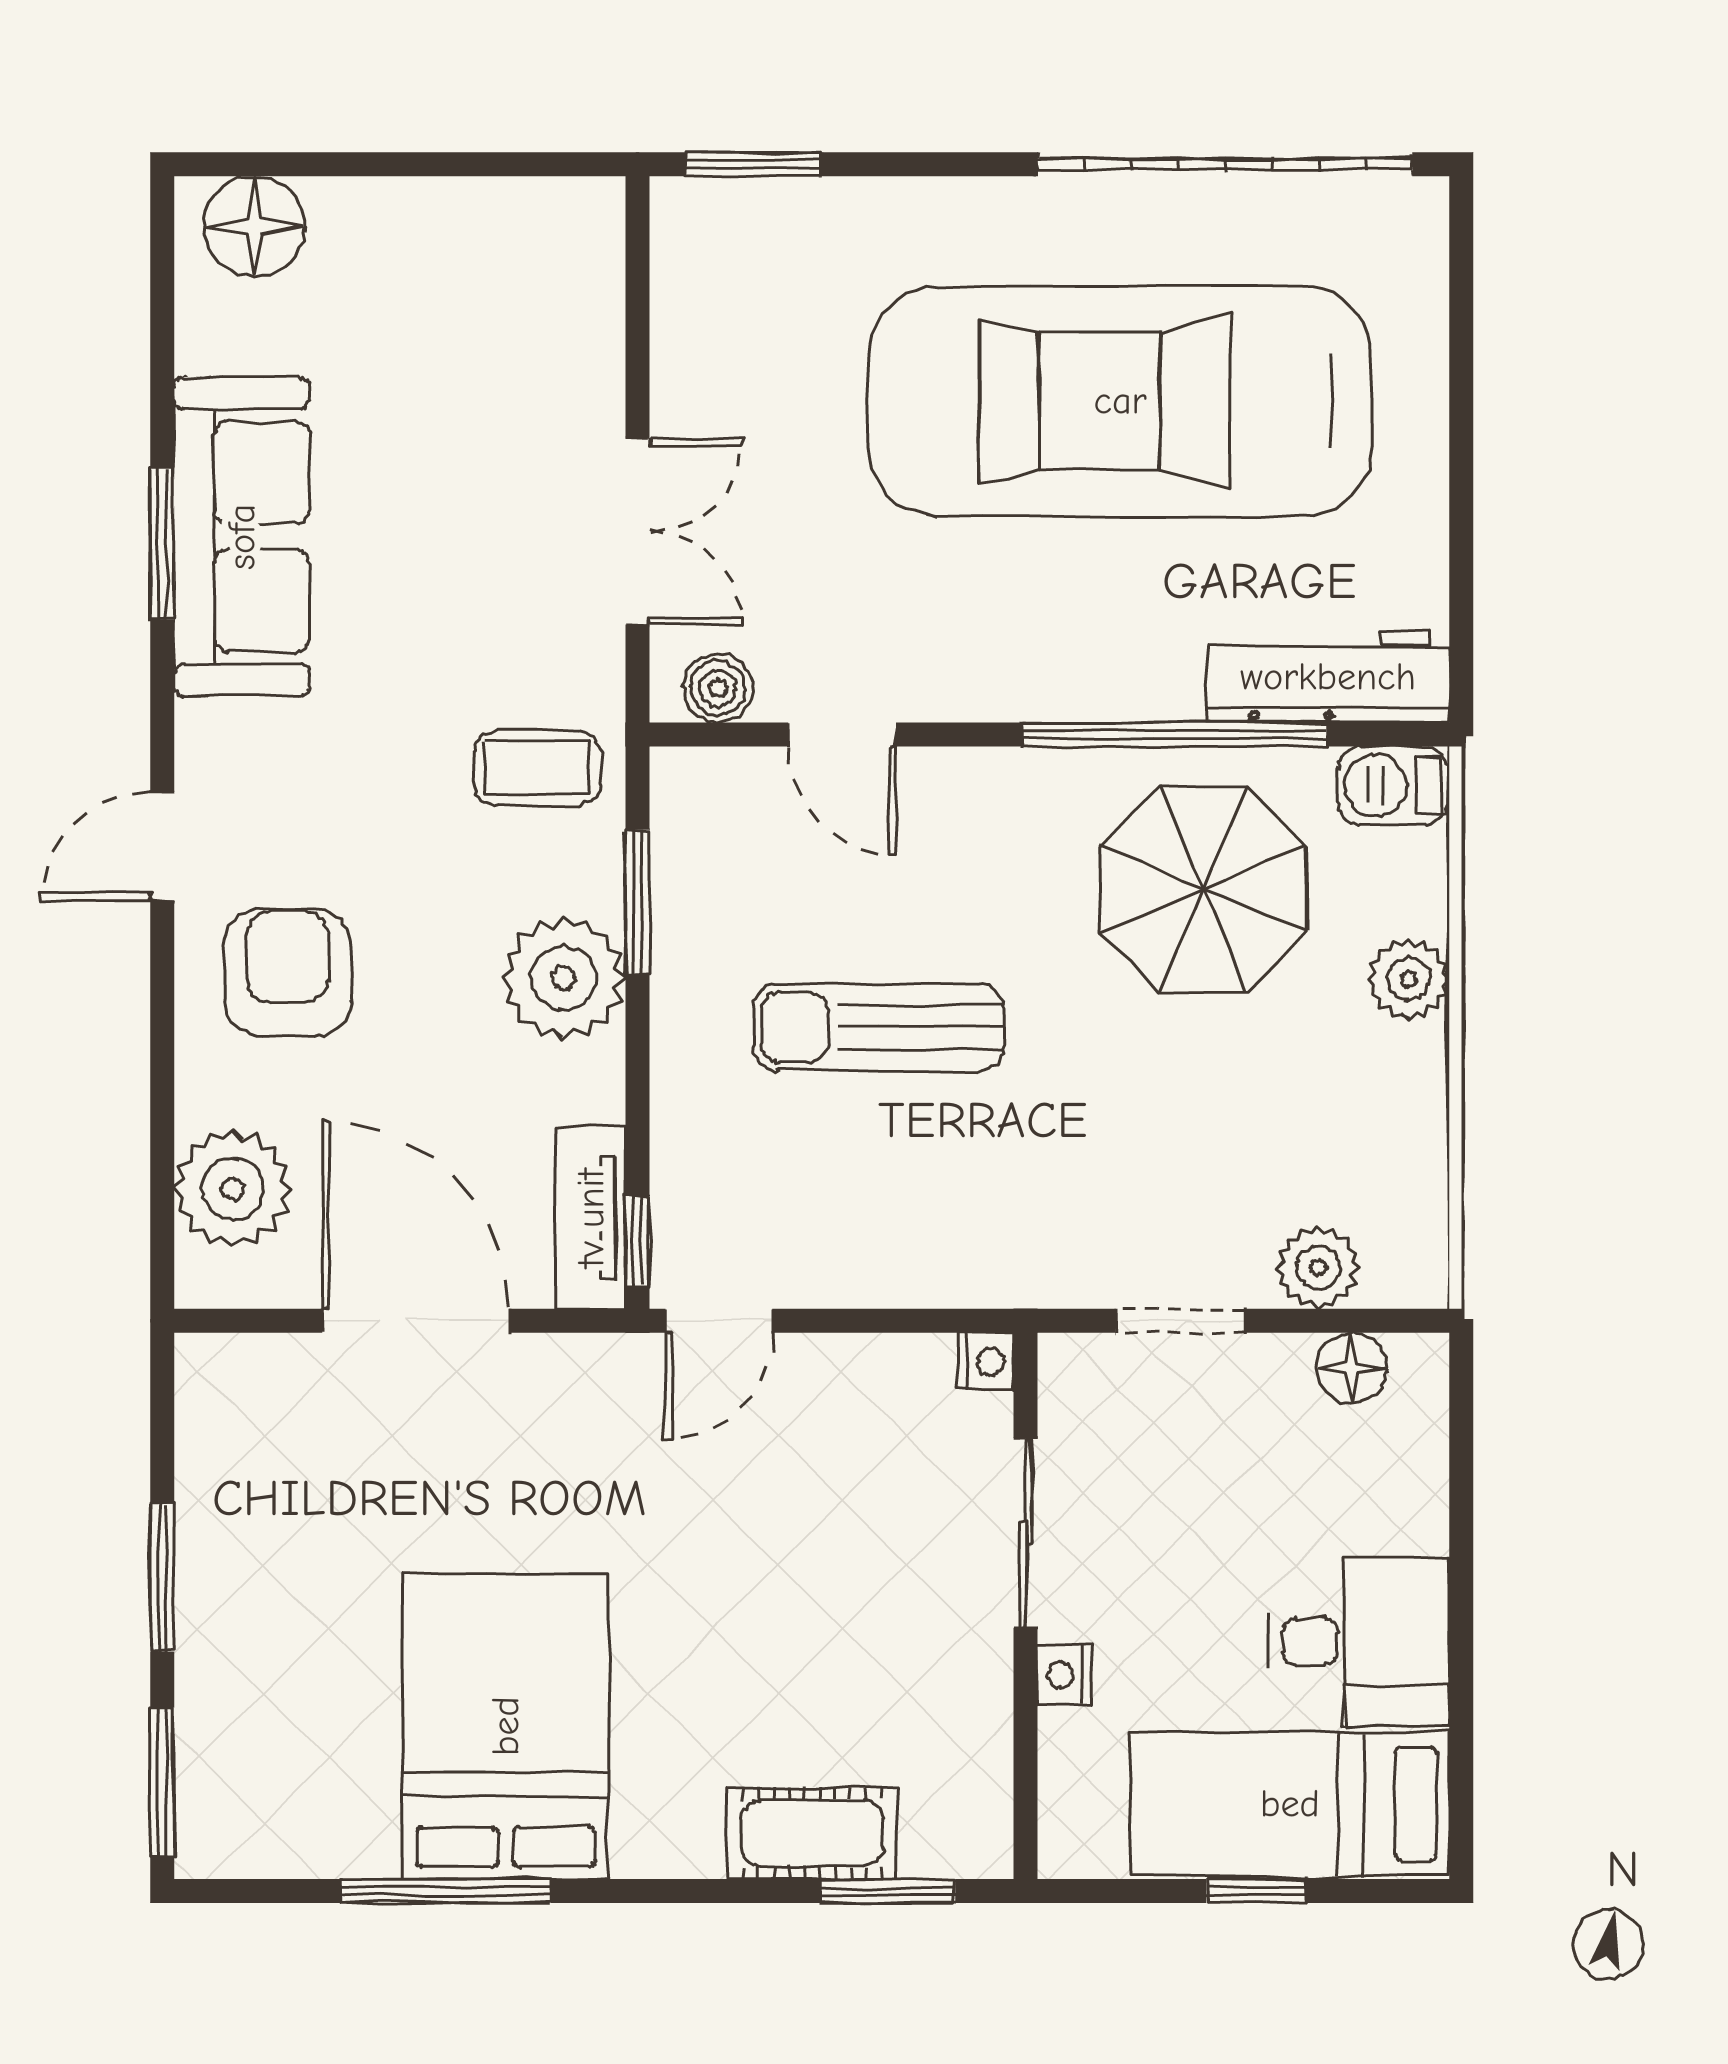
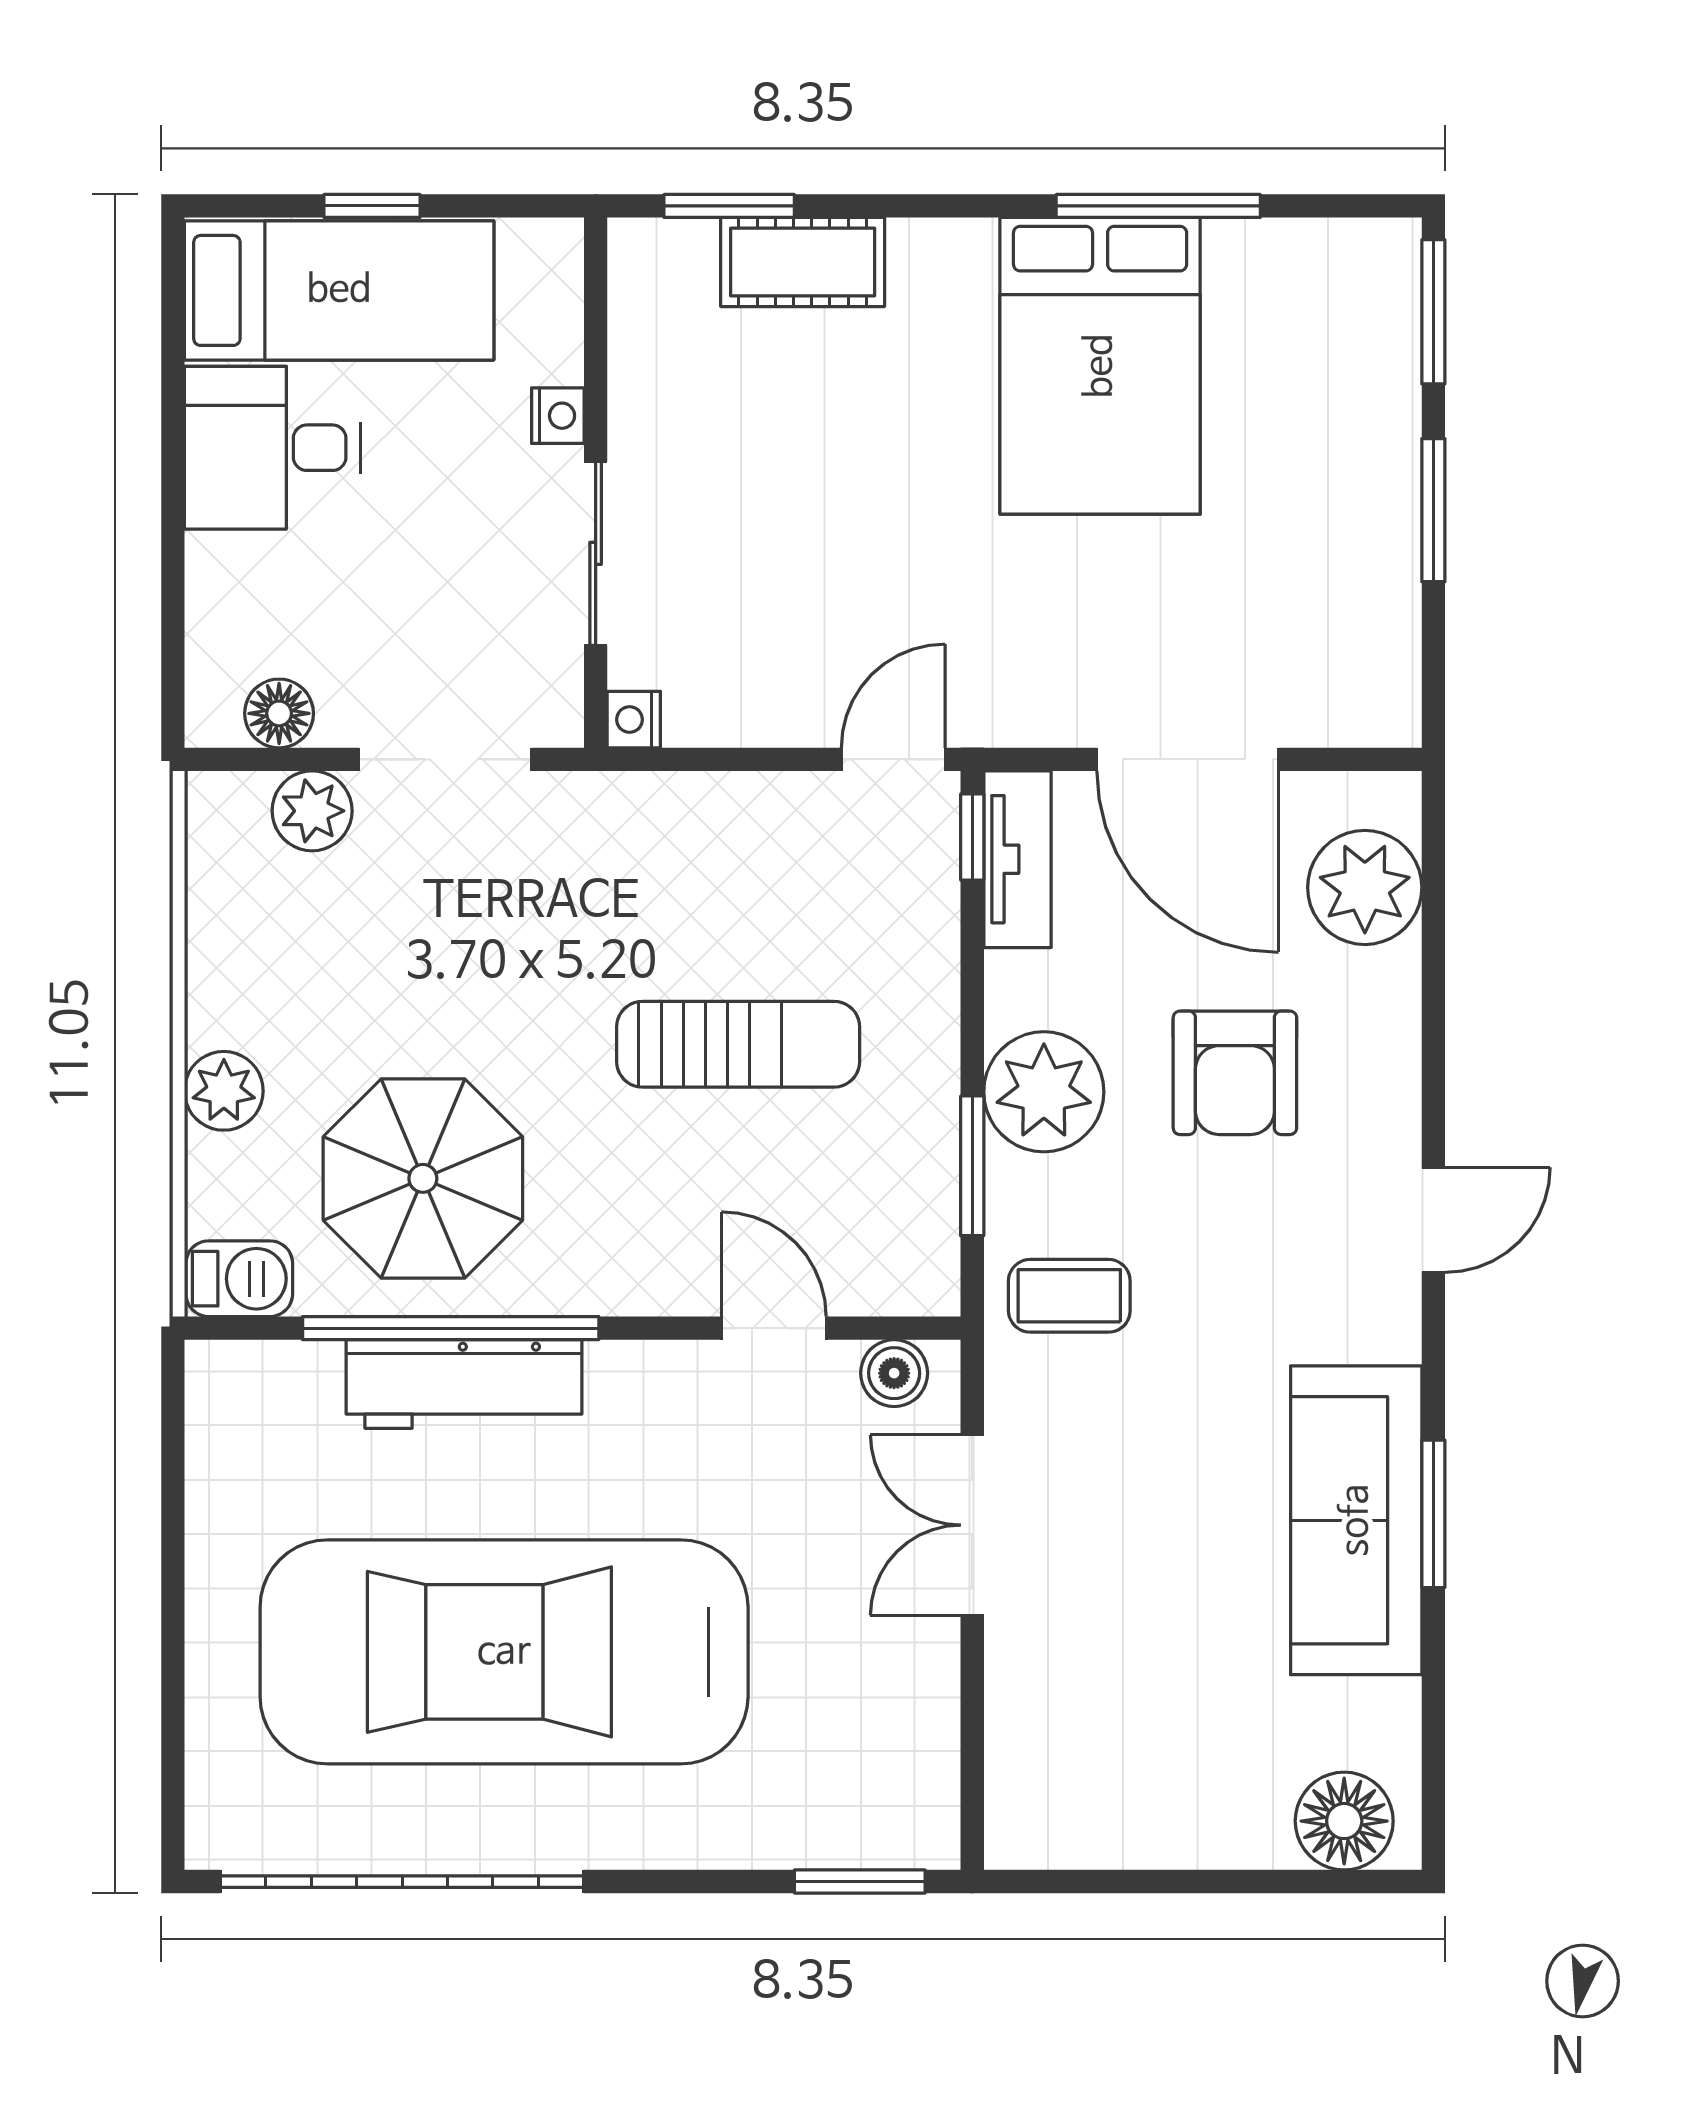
car: (1120, 401) -> (504, 1652), turned 180
workbench: (1328, 677) -> (464, 1384), moved
armchair: (288, 972) -> (1235, 1073), moved
doorway: (1181, 1321) -> (445, 759), width x1.38

